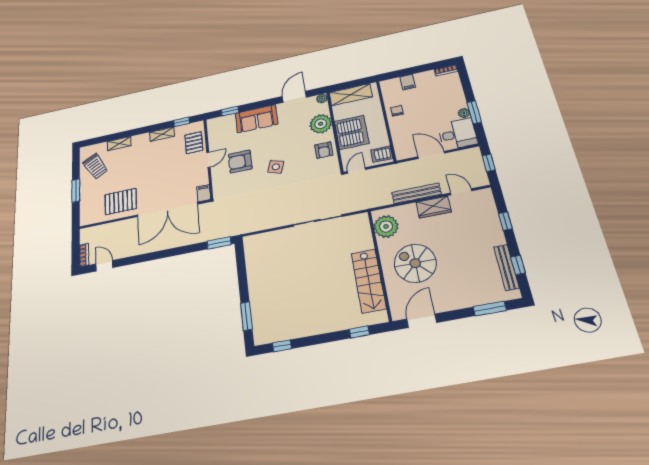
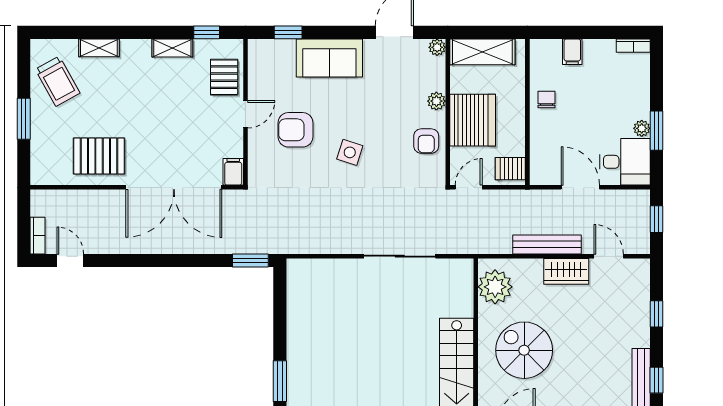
plant: (321, 124) -> (436, 101), width x0.53, depth x0.53

